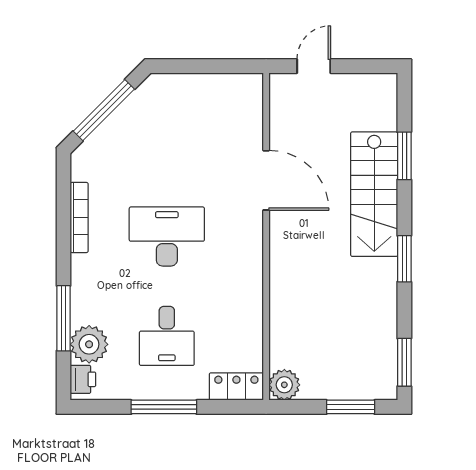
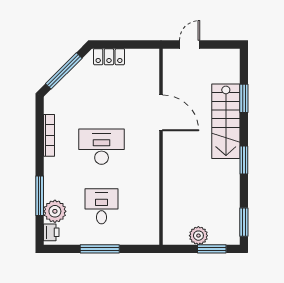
desk: (167, 336) -> (102, 206), turned 180
plant: (284, 385) -> (198, 236), moved
locker: (236, 387) -> (109, 57), moved, turned 180

